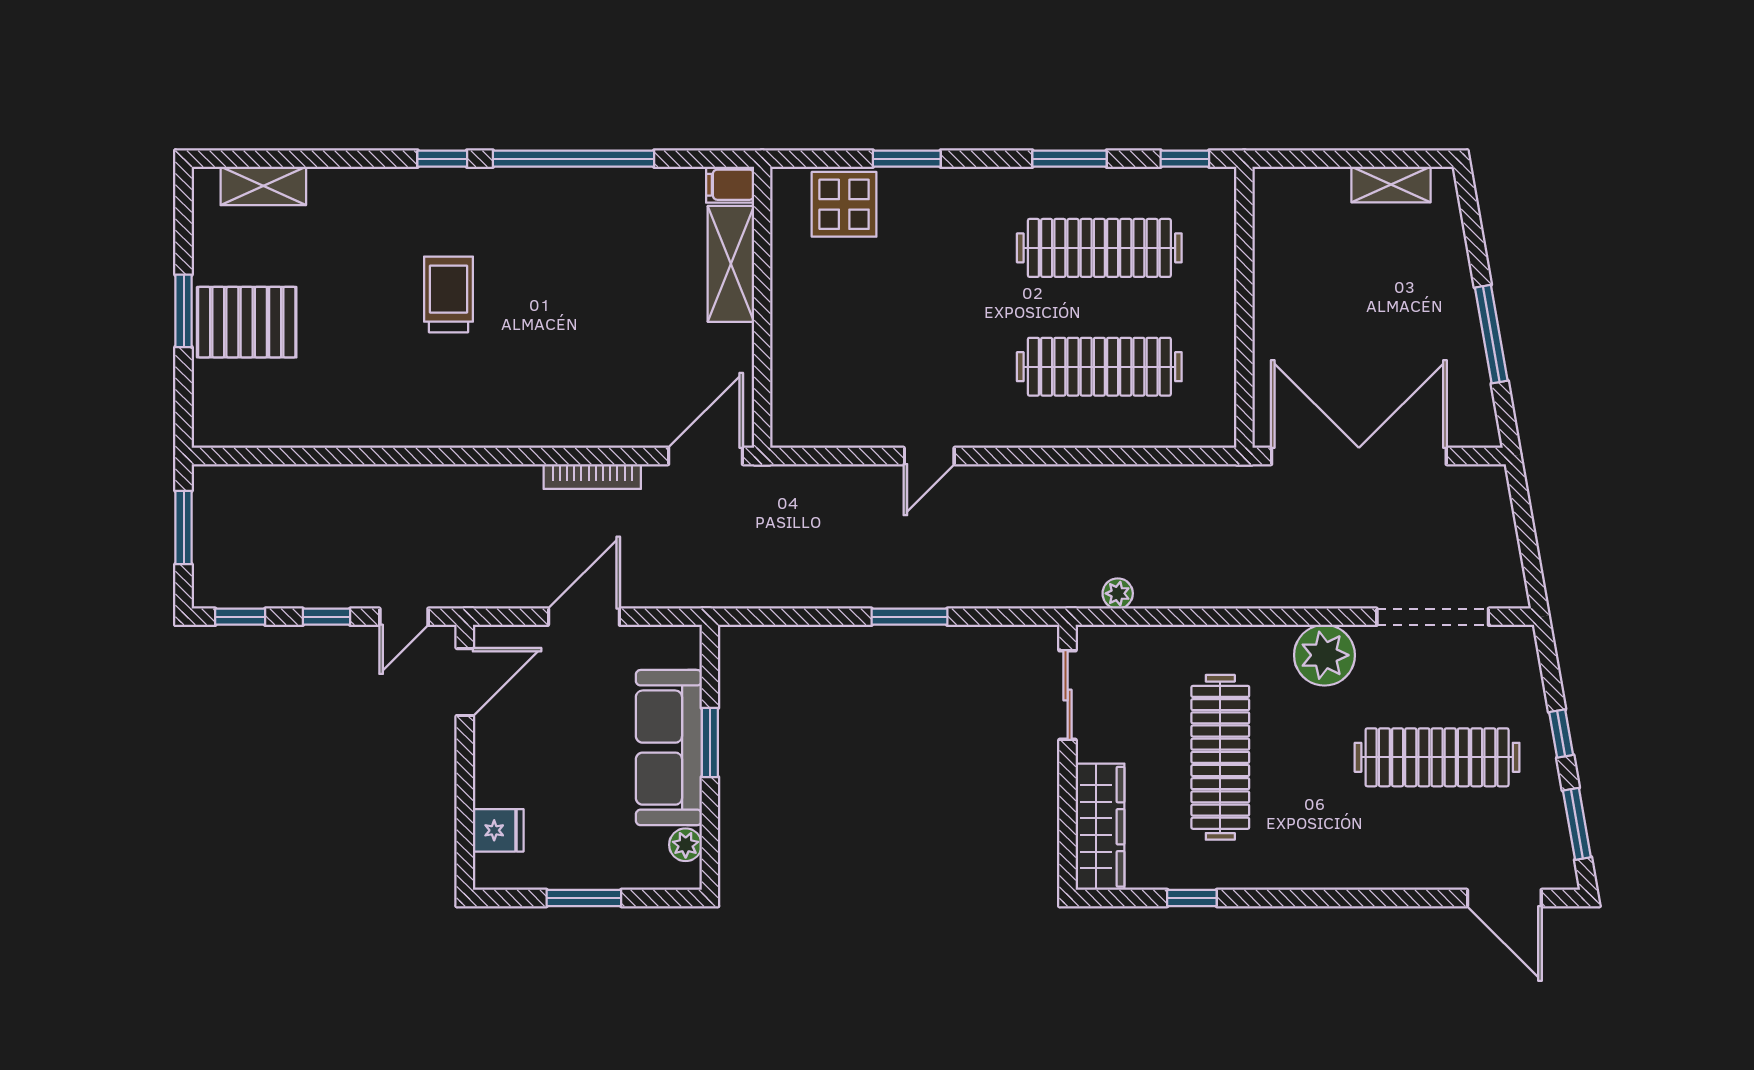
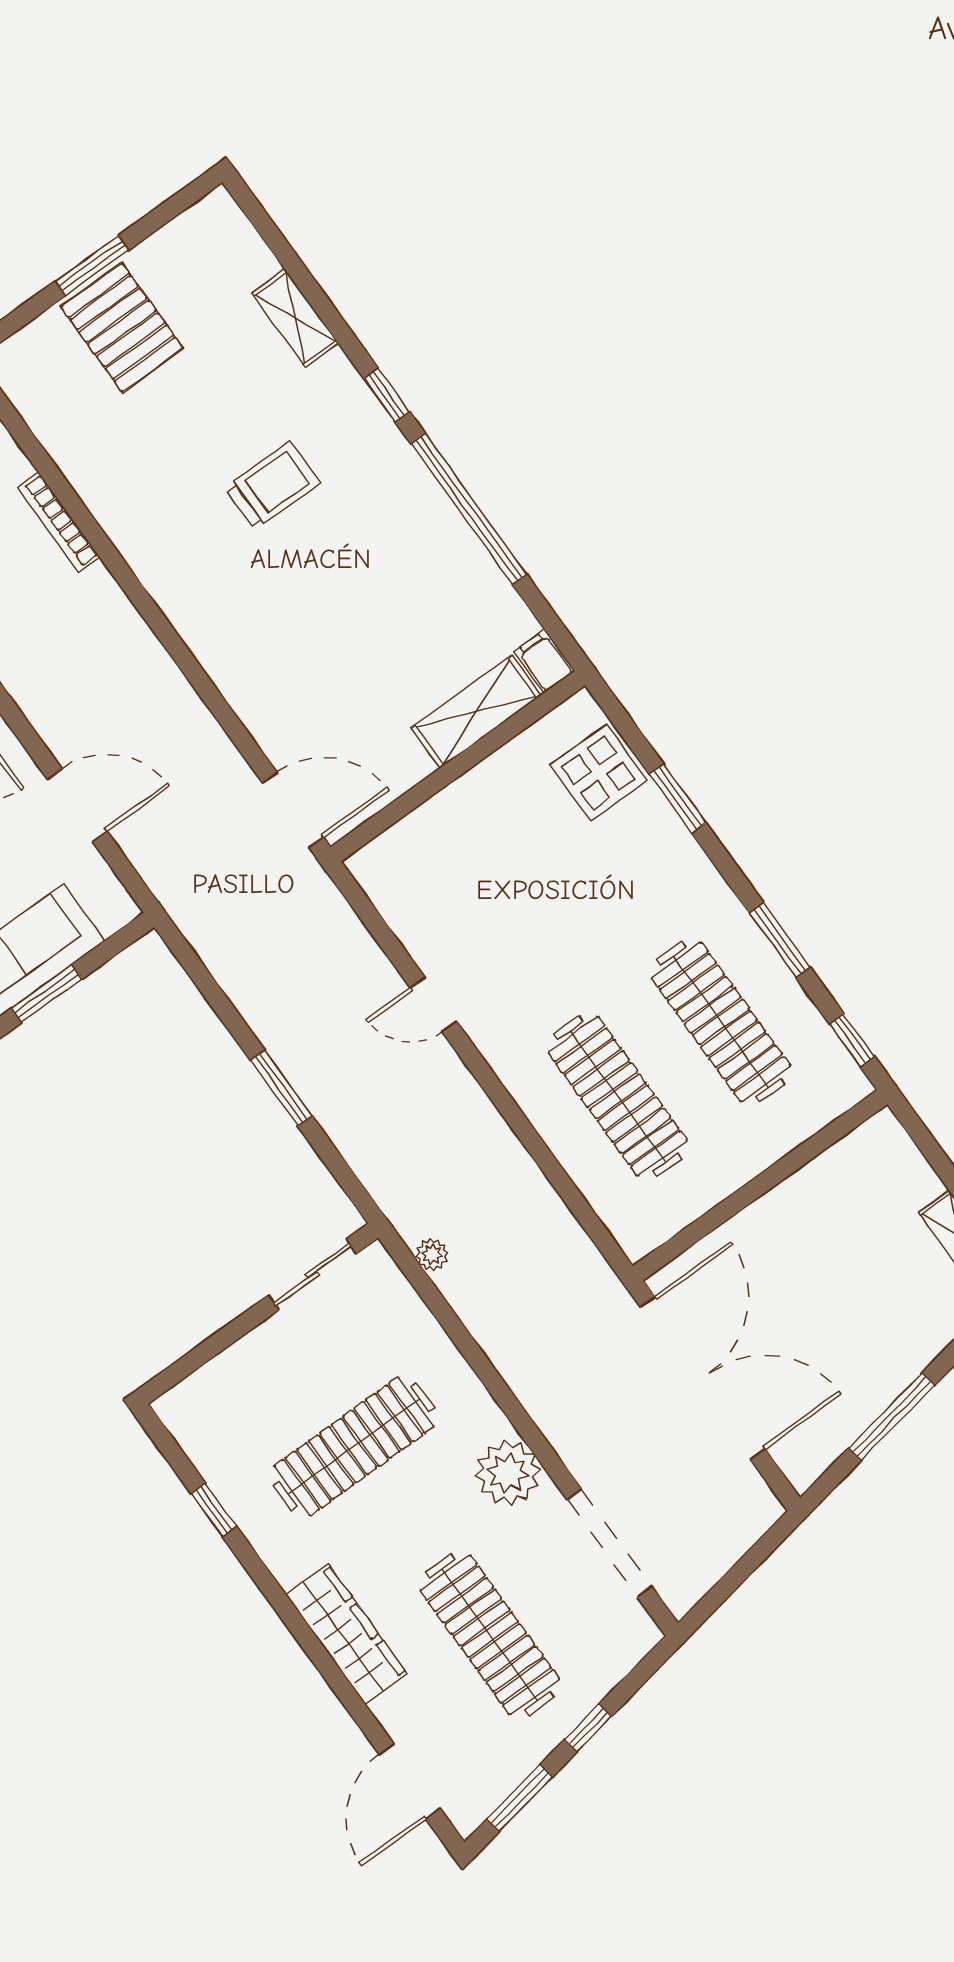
shelving: (263, 186) -> (295, 318), moved
bookcase: (592, 476) -> (59, 522), moved
wardrobe: (1100, 827) -> (346, 1634), moved, turned -90

